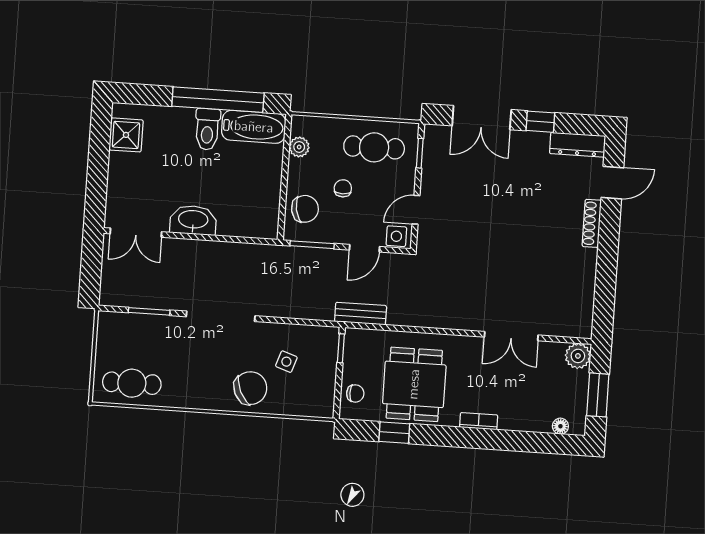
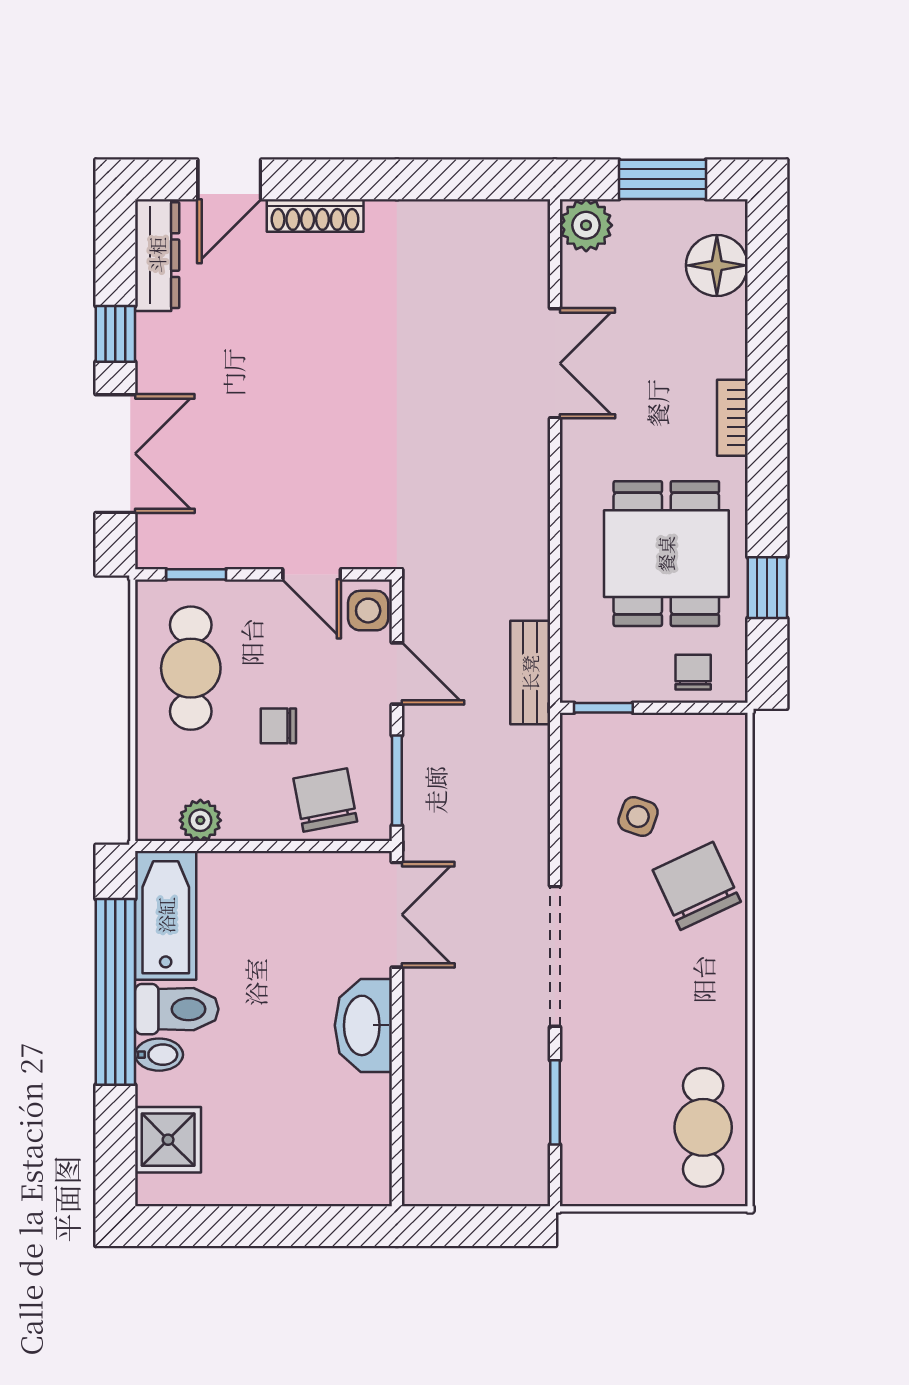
bidet: (186, 119) -> (159, 1055), added
shower: (126, 135) -> (168, 1140), moved
door: (612, 183) -> (229, 179), swing flipped
double door: (136, 233) -> (397, 915), moved
dining table: (414, 384) -> (666, 554), turned 90
floor lamp: (560, 426) -> (717, 265), width x1.89, depth x1.89

